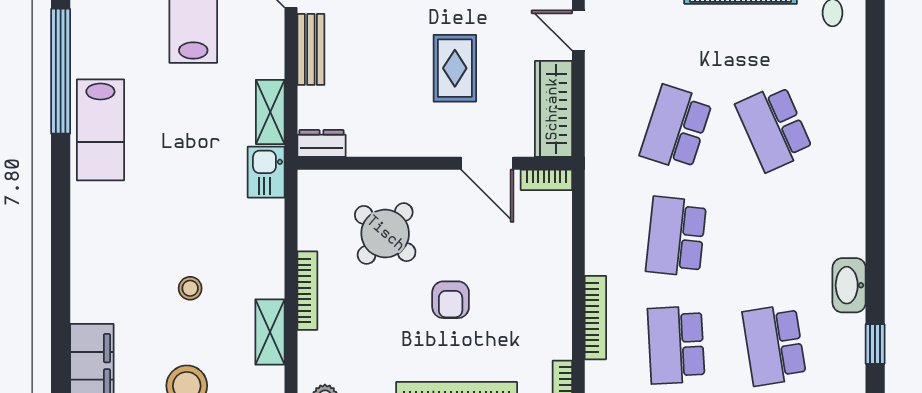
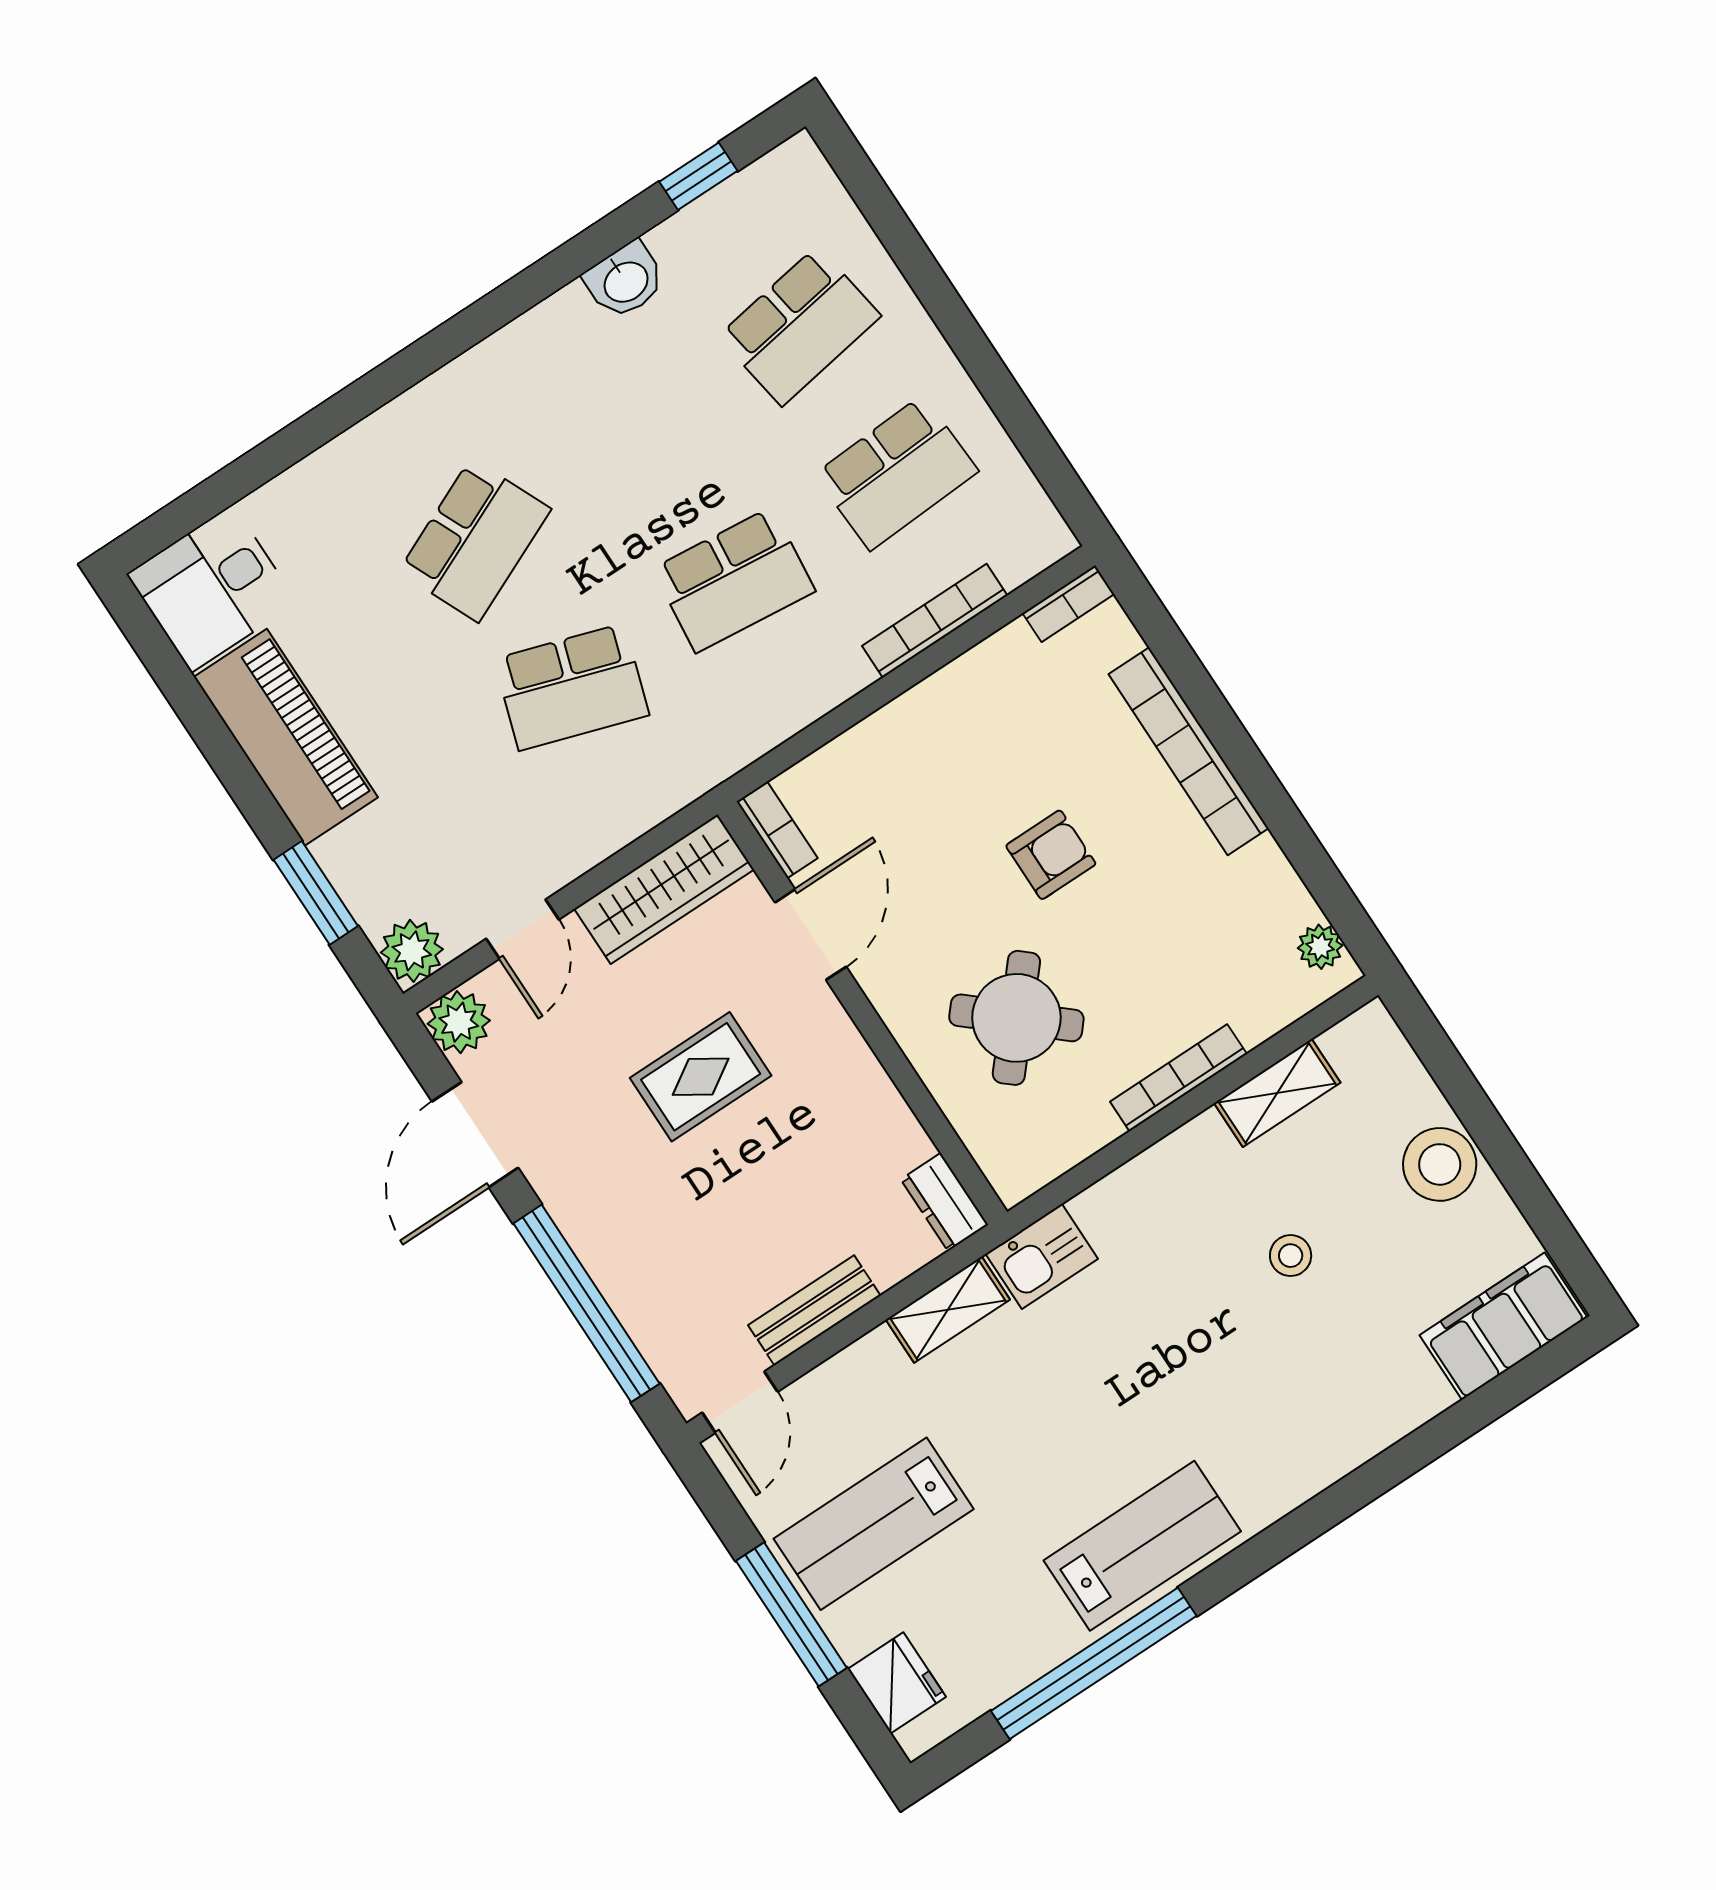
washbasin: (849, 285) -> (625, 281), width x0.72

